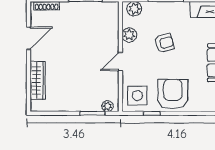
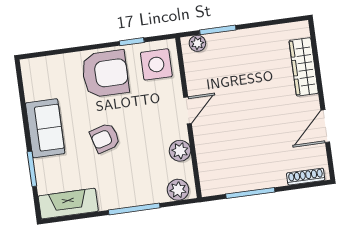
armchair: (164, 43) -> (105, 138), moved
armchair: (173, 94) -> (105, 74), turned -90

